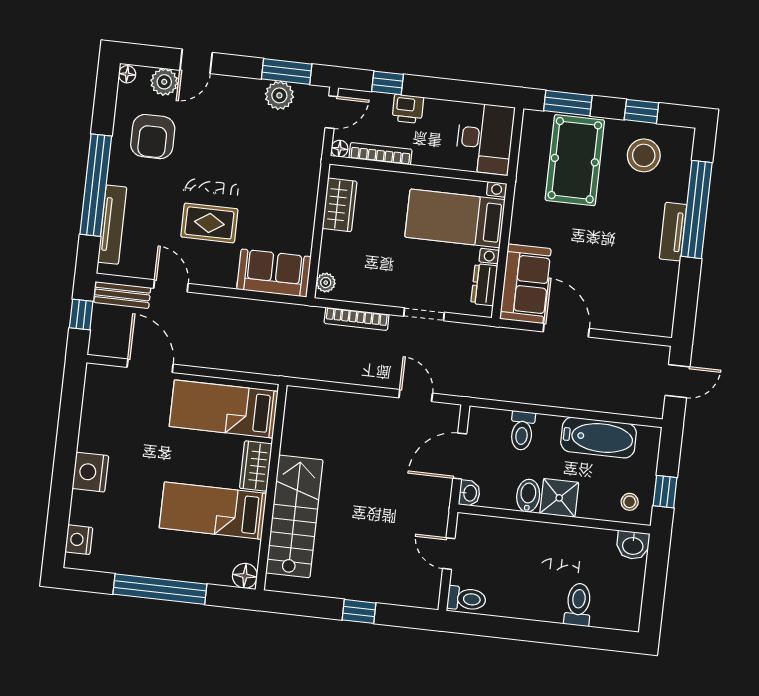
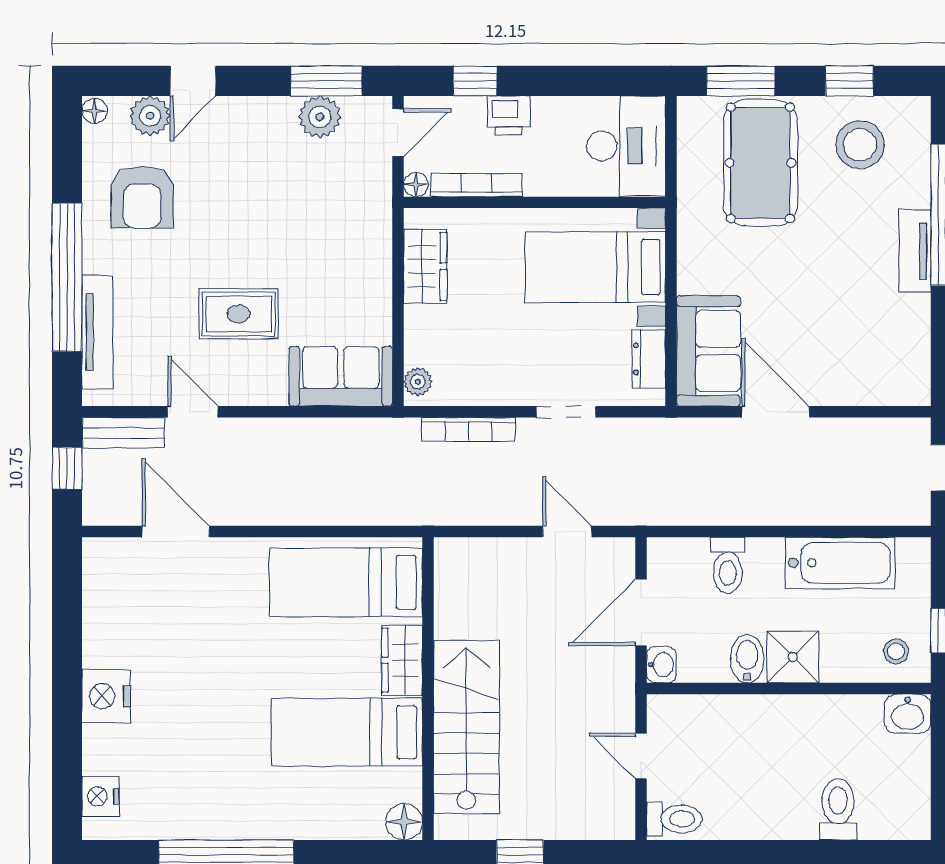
bed: (224, 409) -> (346, 582), moved
wardrobe: (256, 466) -> (402, 660), moved
wall: (271, 487) -> (428, 689), moved
bed: (213, 511) -> (347, 732), moved
stairs: (294, 516) -> (466, 727), moved
floor lamp: (245, 576) -> (404, 822), moved

